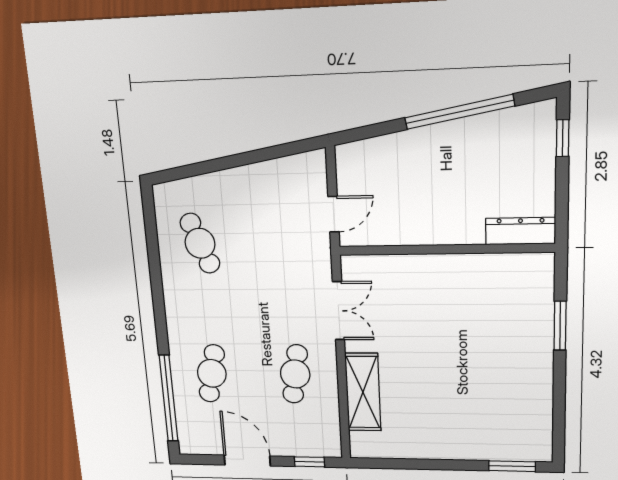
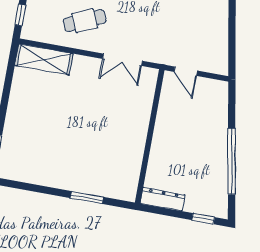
dresser: (520, 231) -> (163, 199), moved, turned -90
cafe table: (295, 374) -> (85, 21), turned -33
shelving: (363, 392) -> (44, 59), moved

